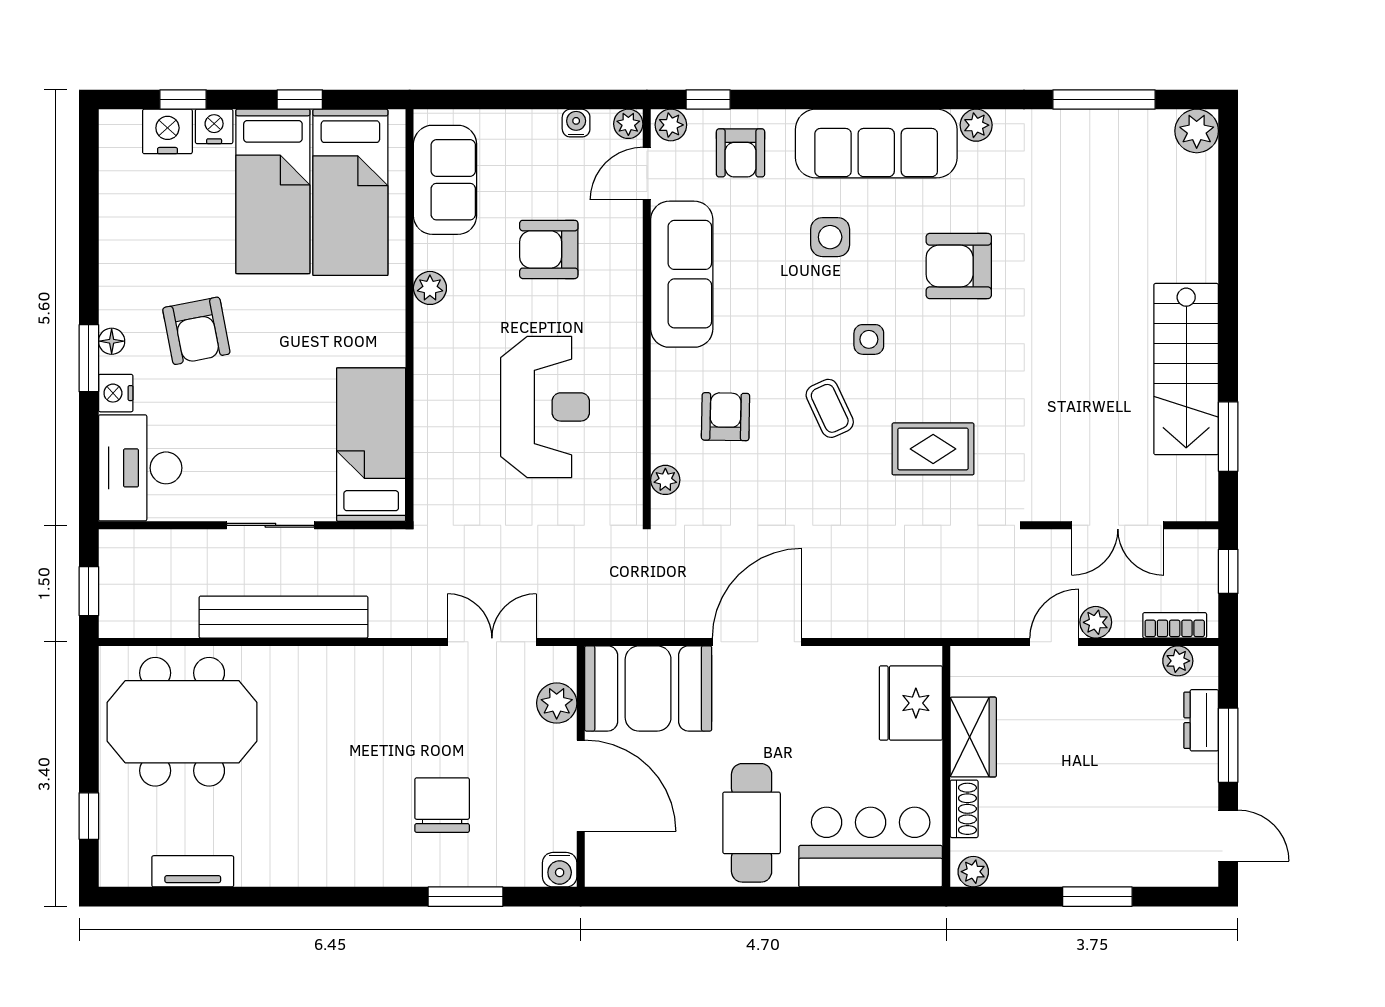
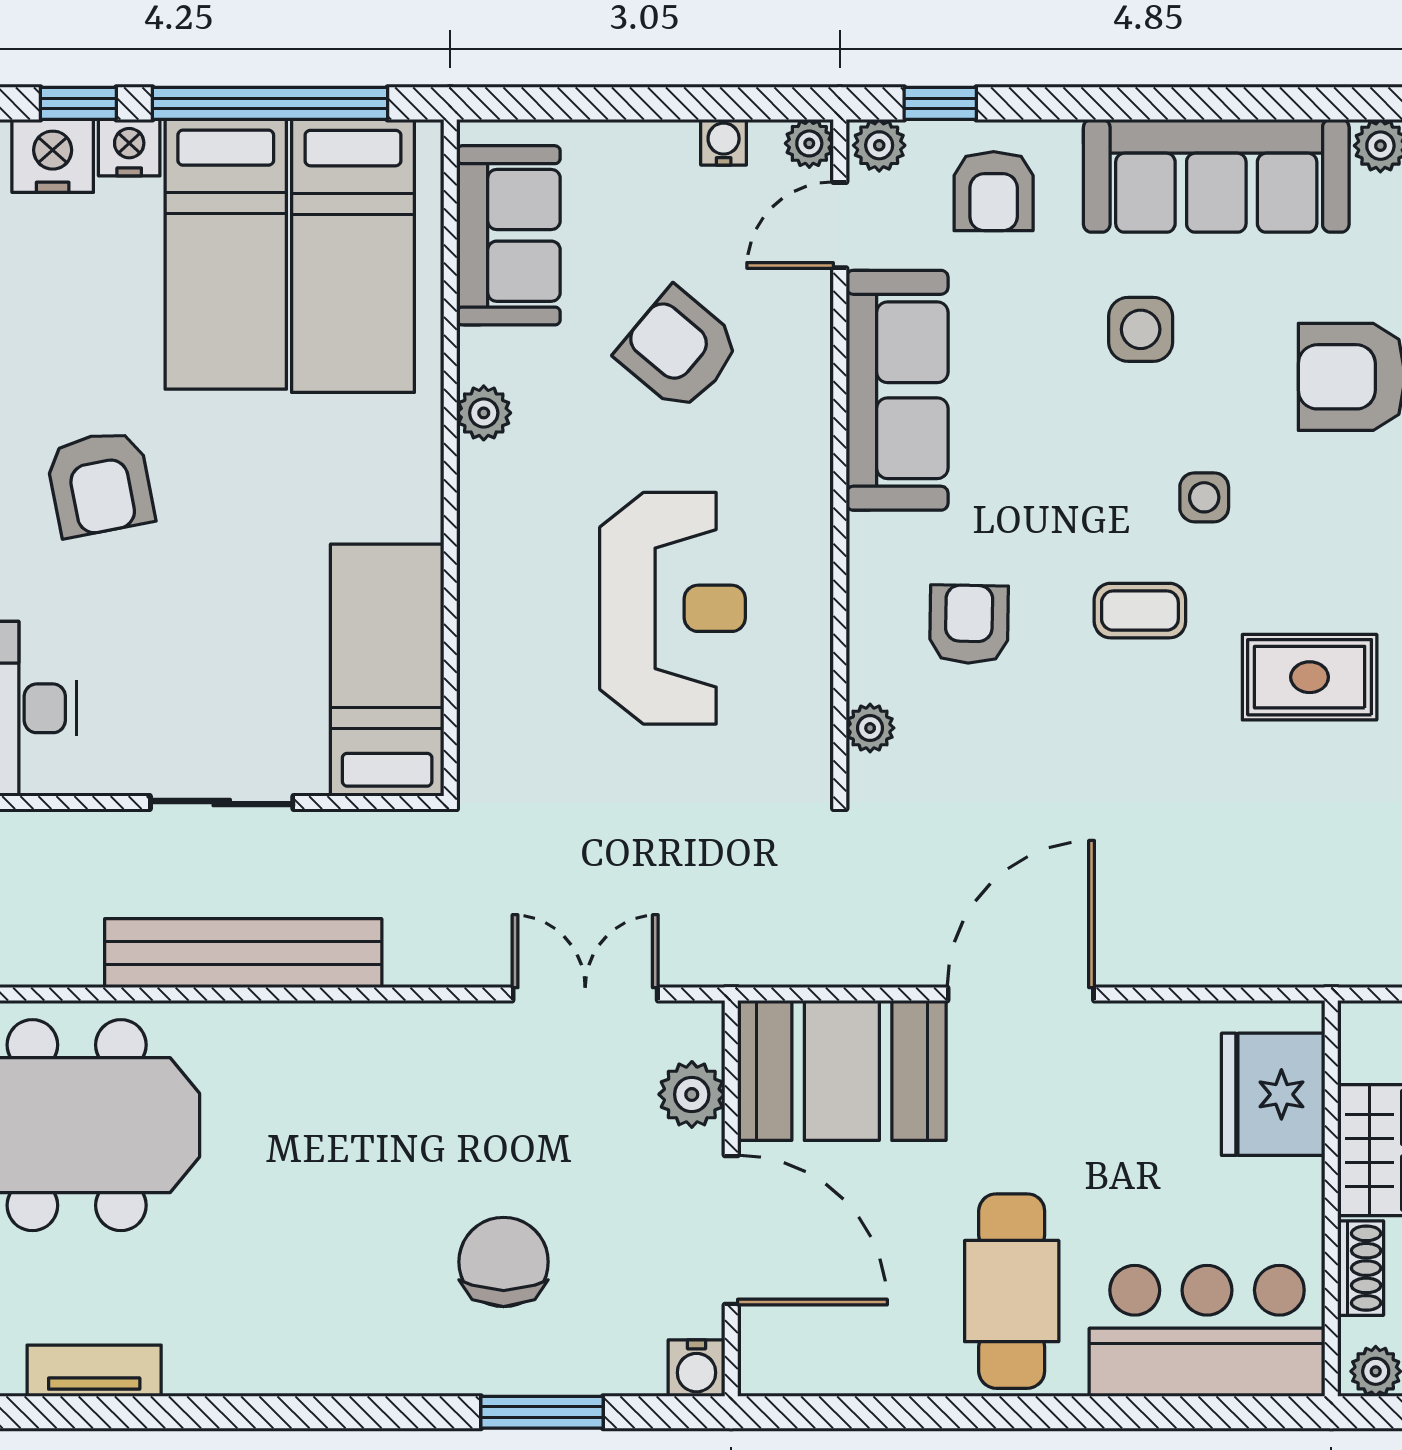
window: (300, 99) -> (270, 103), width x3.17
armchair: (549, 249) -> (679, 350), turned 40
coffee table: (830, 408) -> (1140, 611), turned -65

